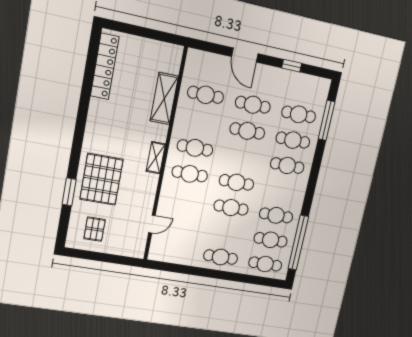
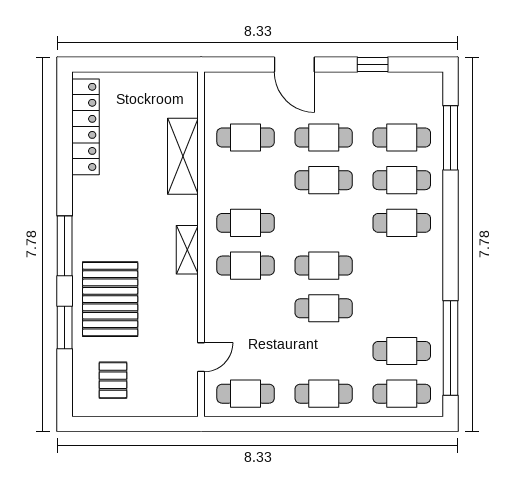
window: (78, 141) -> (65, 246), added
cafe table: (276, 215) -> (246, 394), moved

